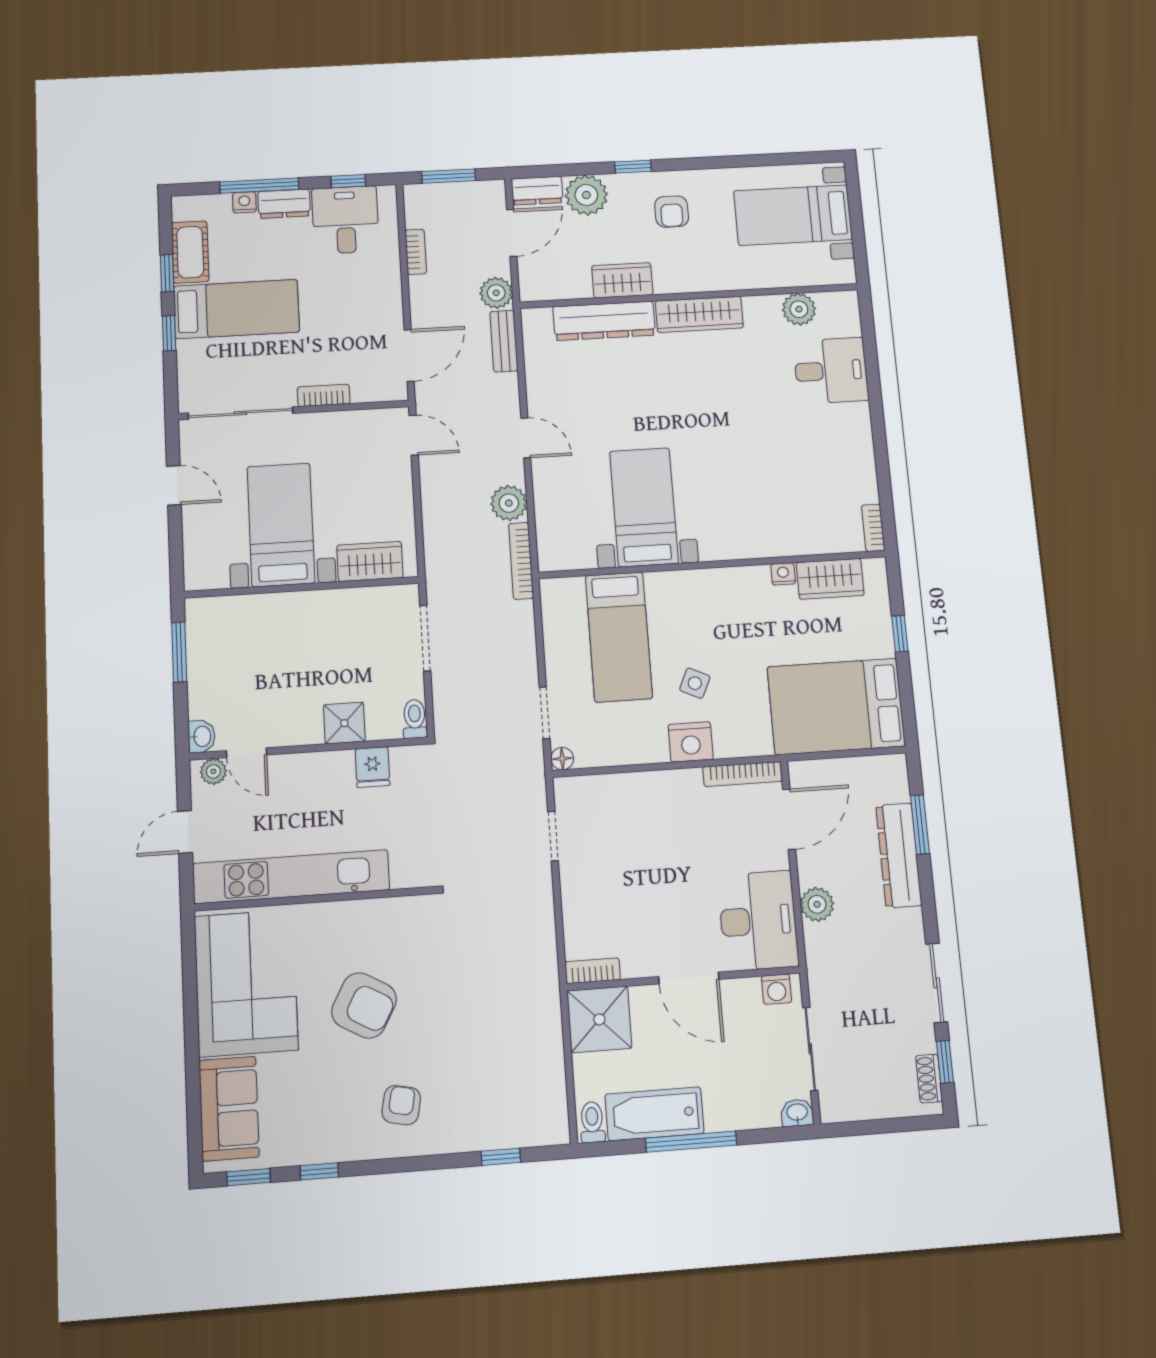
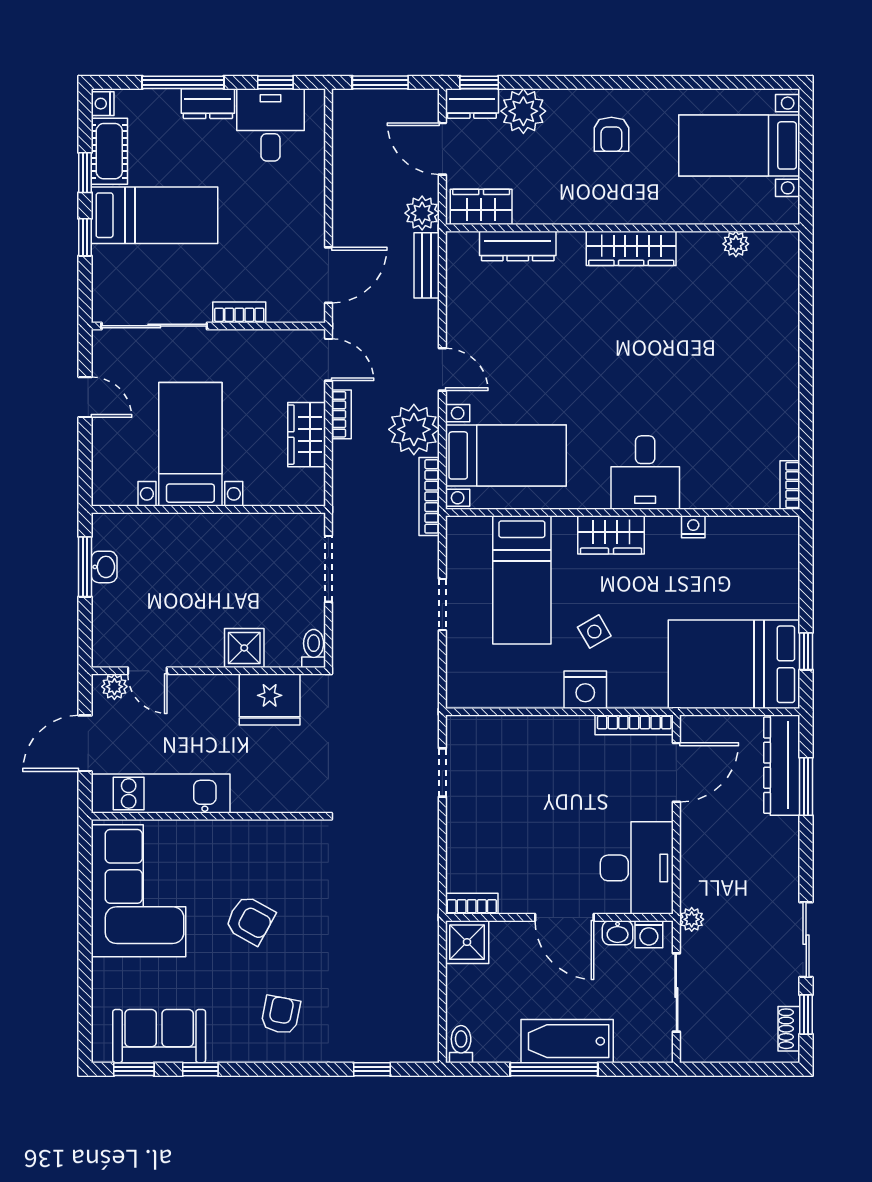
window: (633, 167) -> (479, 82), moved
nightstand: (244, 202) -> (103, 104), moved, turned -90
door: (512, 233) -> (442, 149), swing flipped
bookcase: (416, 252) -> (341, 414), moved
wardrobe: (622, 280) -> (481, 207), moved
plant: (799, 309) -> (736, 244), width x0.73, depth x0.73
dresser: (604, 321) -> (518, 246), width x0.73, depth x0.80
desk: (831, 371) -> (645, 473), moved, turned 90
plant: (509, 503) -> (414, 429), width x1.36, depth x1.36
bed with nightstands: (644, 507) -> (506, 455), moved, turned 90
wardrobe: (370, 561) -> (307, 435), moved, turned -90
wardrobe: (830, 579) -> (611, 535), moved
window: (900, 634) -> (806, 651), moved
side table: (695, 683) -> (594, 632), turned 35
doorway: (545, 713) -> (442, 605), moved
washbasin: (202, 736) -> (104, 567), moved
floor lamp: (562, 759) -> (457, 697), removed
fridge: (373, 767) -> (270, 699), width x1.88, depth x1.34
door: (185, 832) -> (85, 743), width x1.38
dresser: (899, 855) -> (782, 765), moved
kitchen unit: (291, 877) -> (161, 793), width x0.73
plant: (817, 904) -> (692, 919), moved, width x0.73, depth x0.73
armchair: (364, 1005) -> (250, 920), width x0.72, depth x0.72
shower: (599, 1019) -> (467, 942), width x0.73, depth x0.73
sofa: (229, 1109) -> (159, 1036), moved, turned -90
washbasin: (797, 1113) -> (618, 933), moved, turned 180
bathtub: (654, 1114) -> (567, 1041), moved

